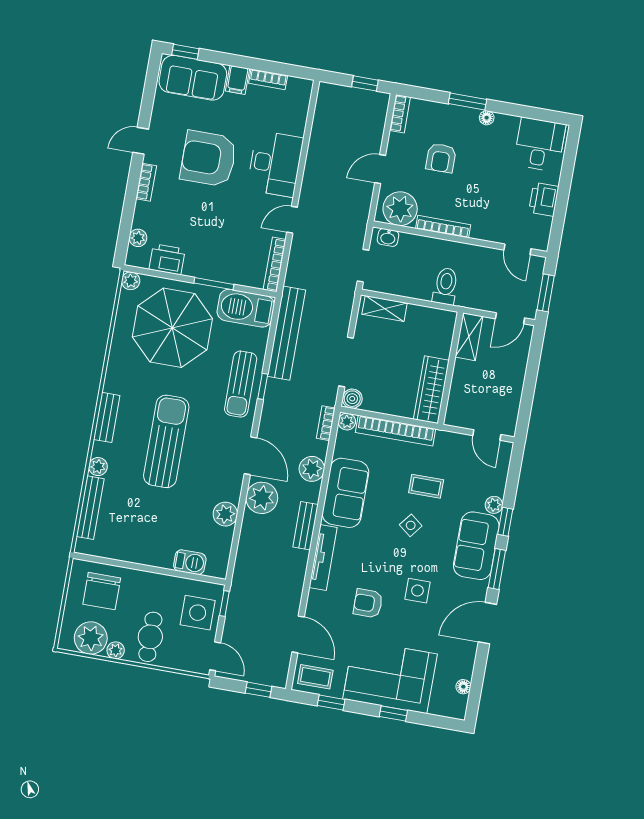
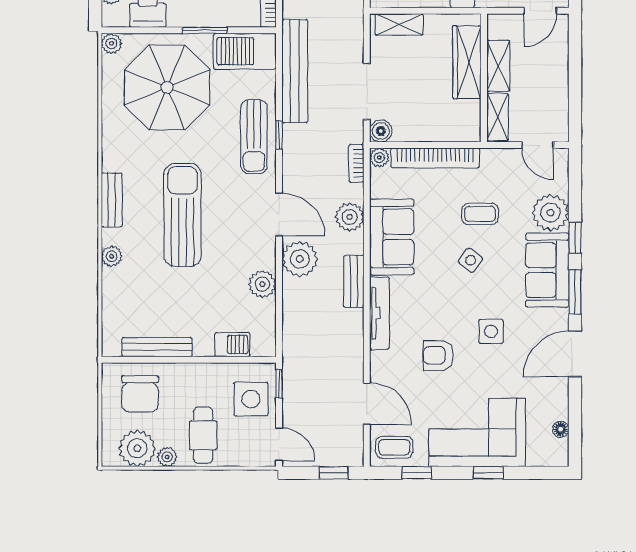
shelving: (469, 337) -> (498, 66), moved
wardrobe: (431, 390) -> (467, 62), moved
shelving: (456, 405) -> (498, 117), added
plant: (494, 505) -> (551, 213), width x1.88, depth x1.88
bench: (90, 508) -> (157, 347), moved, turned 90

